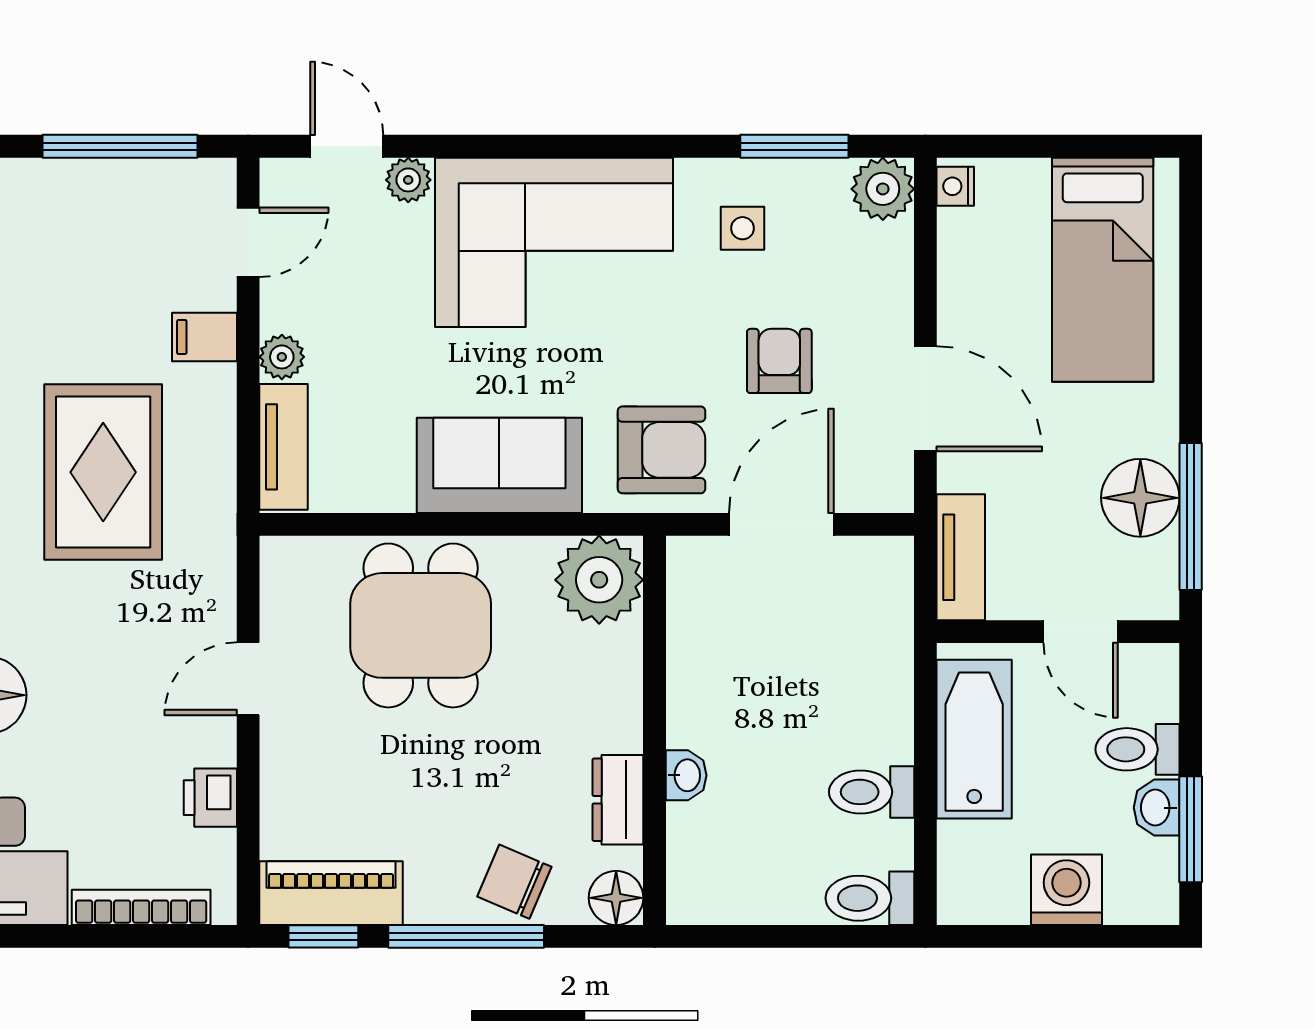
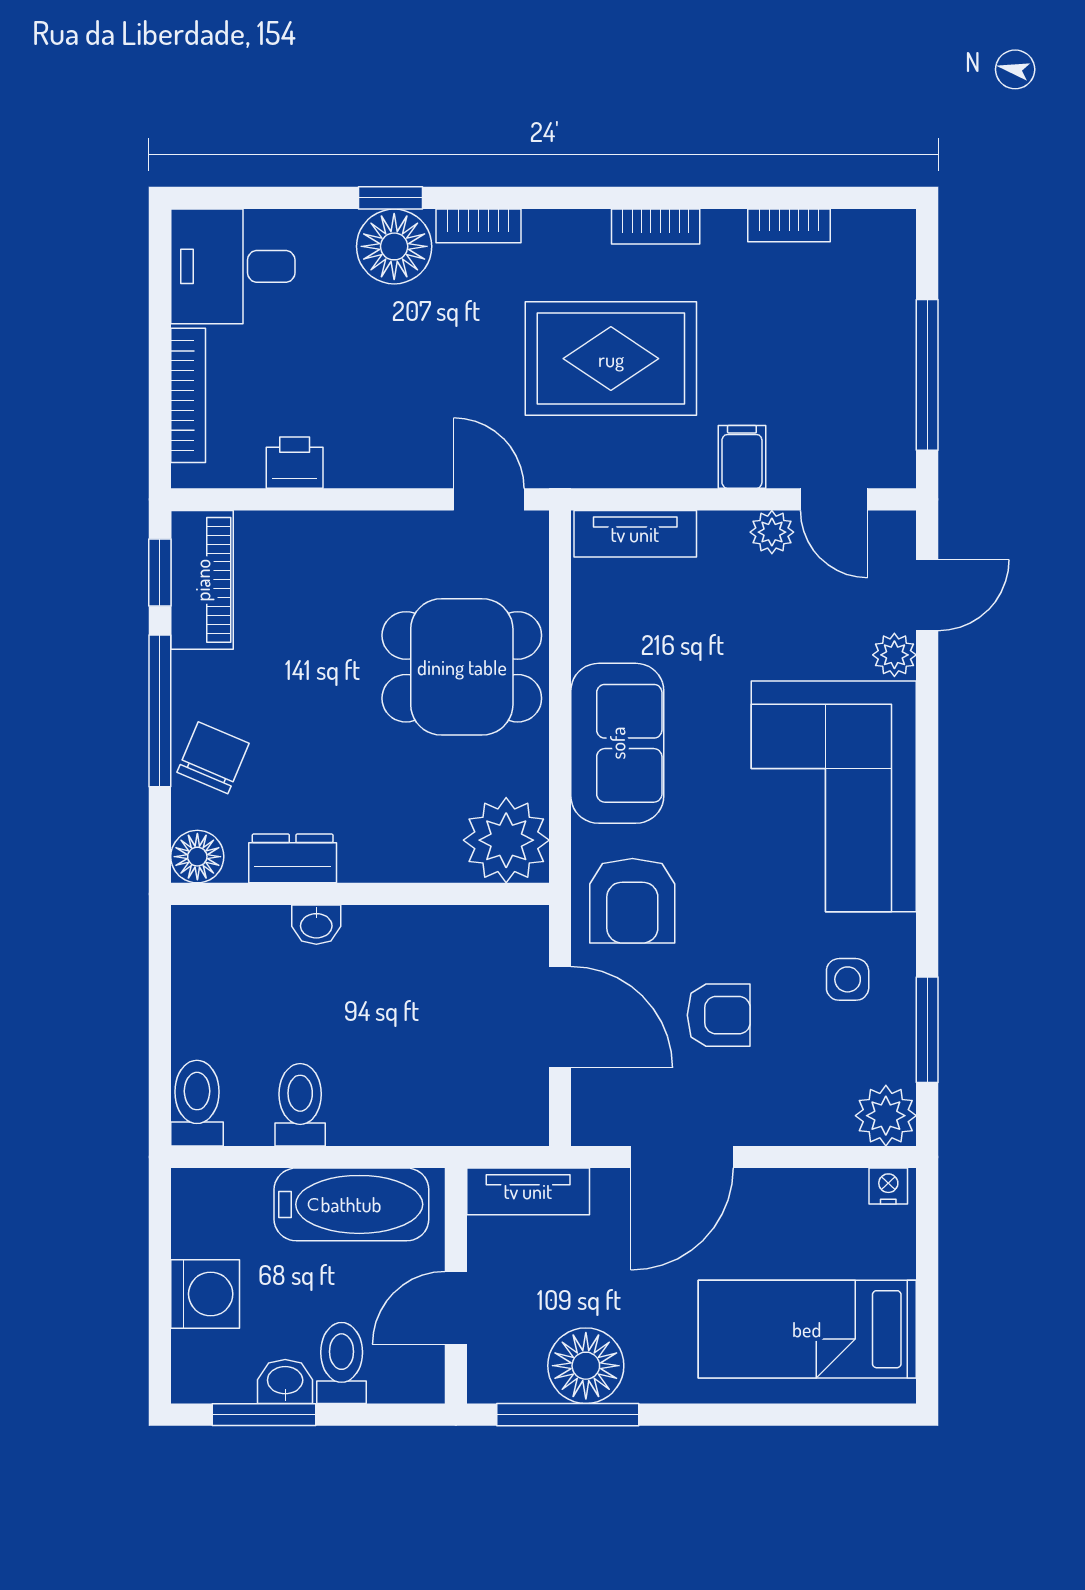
plant: (282, 357) -> (772, 532), moved
door: (248, 679) -> (489, 499), moved

